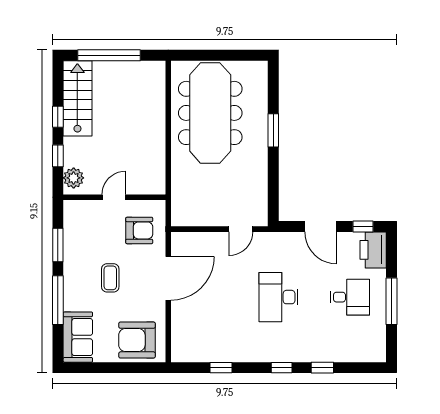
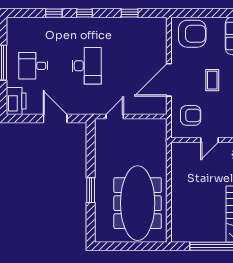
window: (363, 226) -> (24, 118), removed
armchair: (139, 230) -> (191, 115), turned 180

